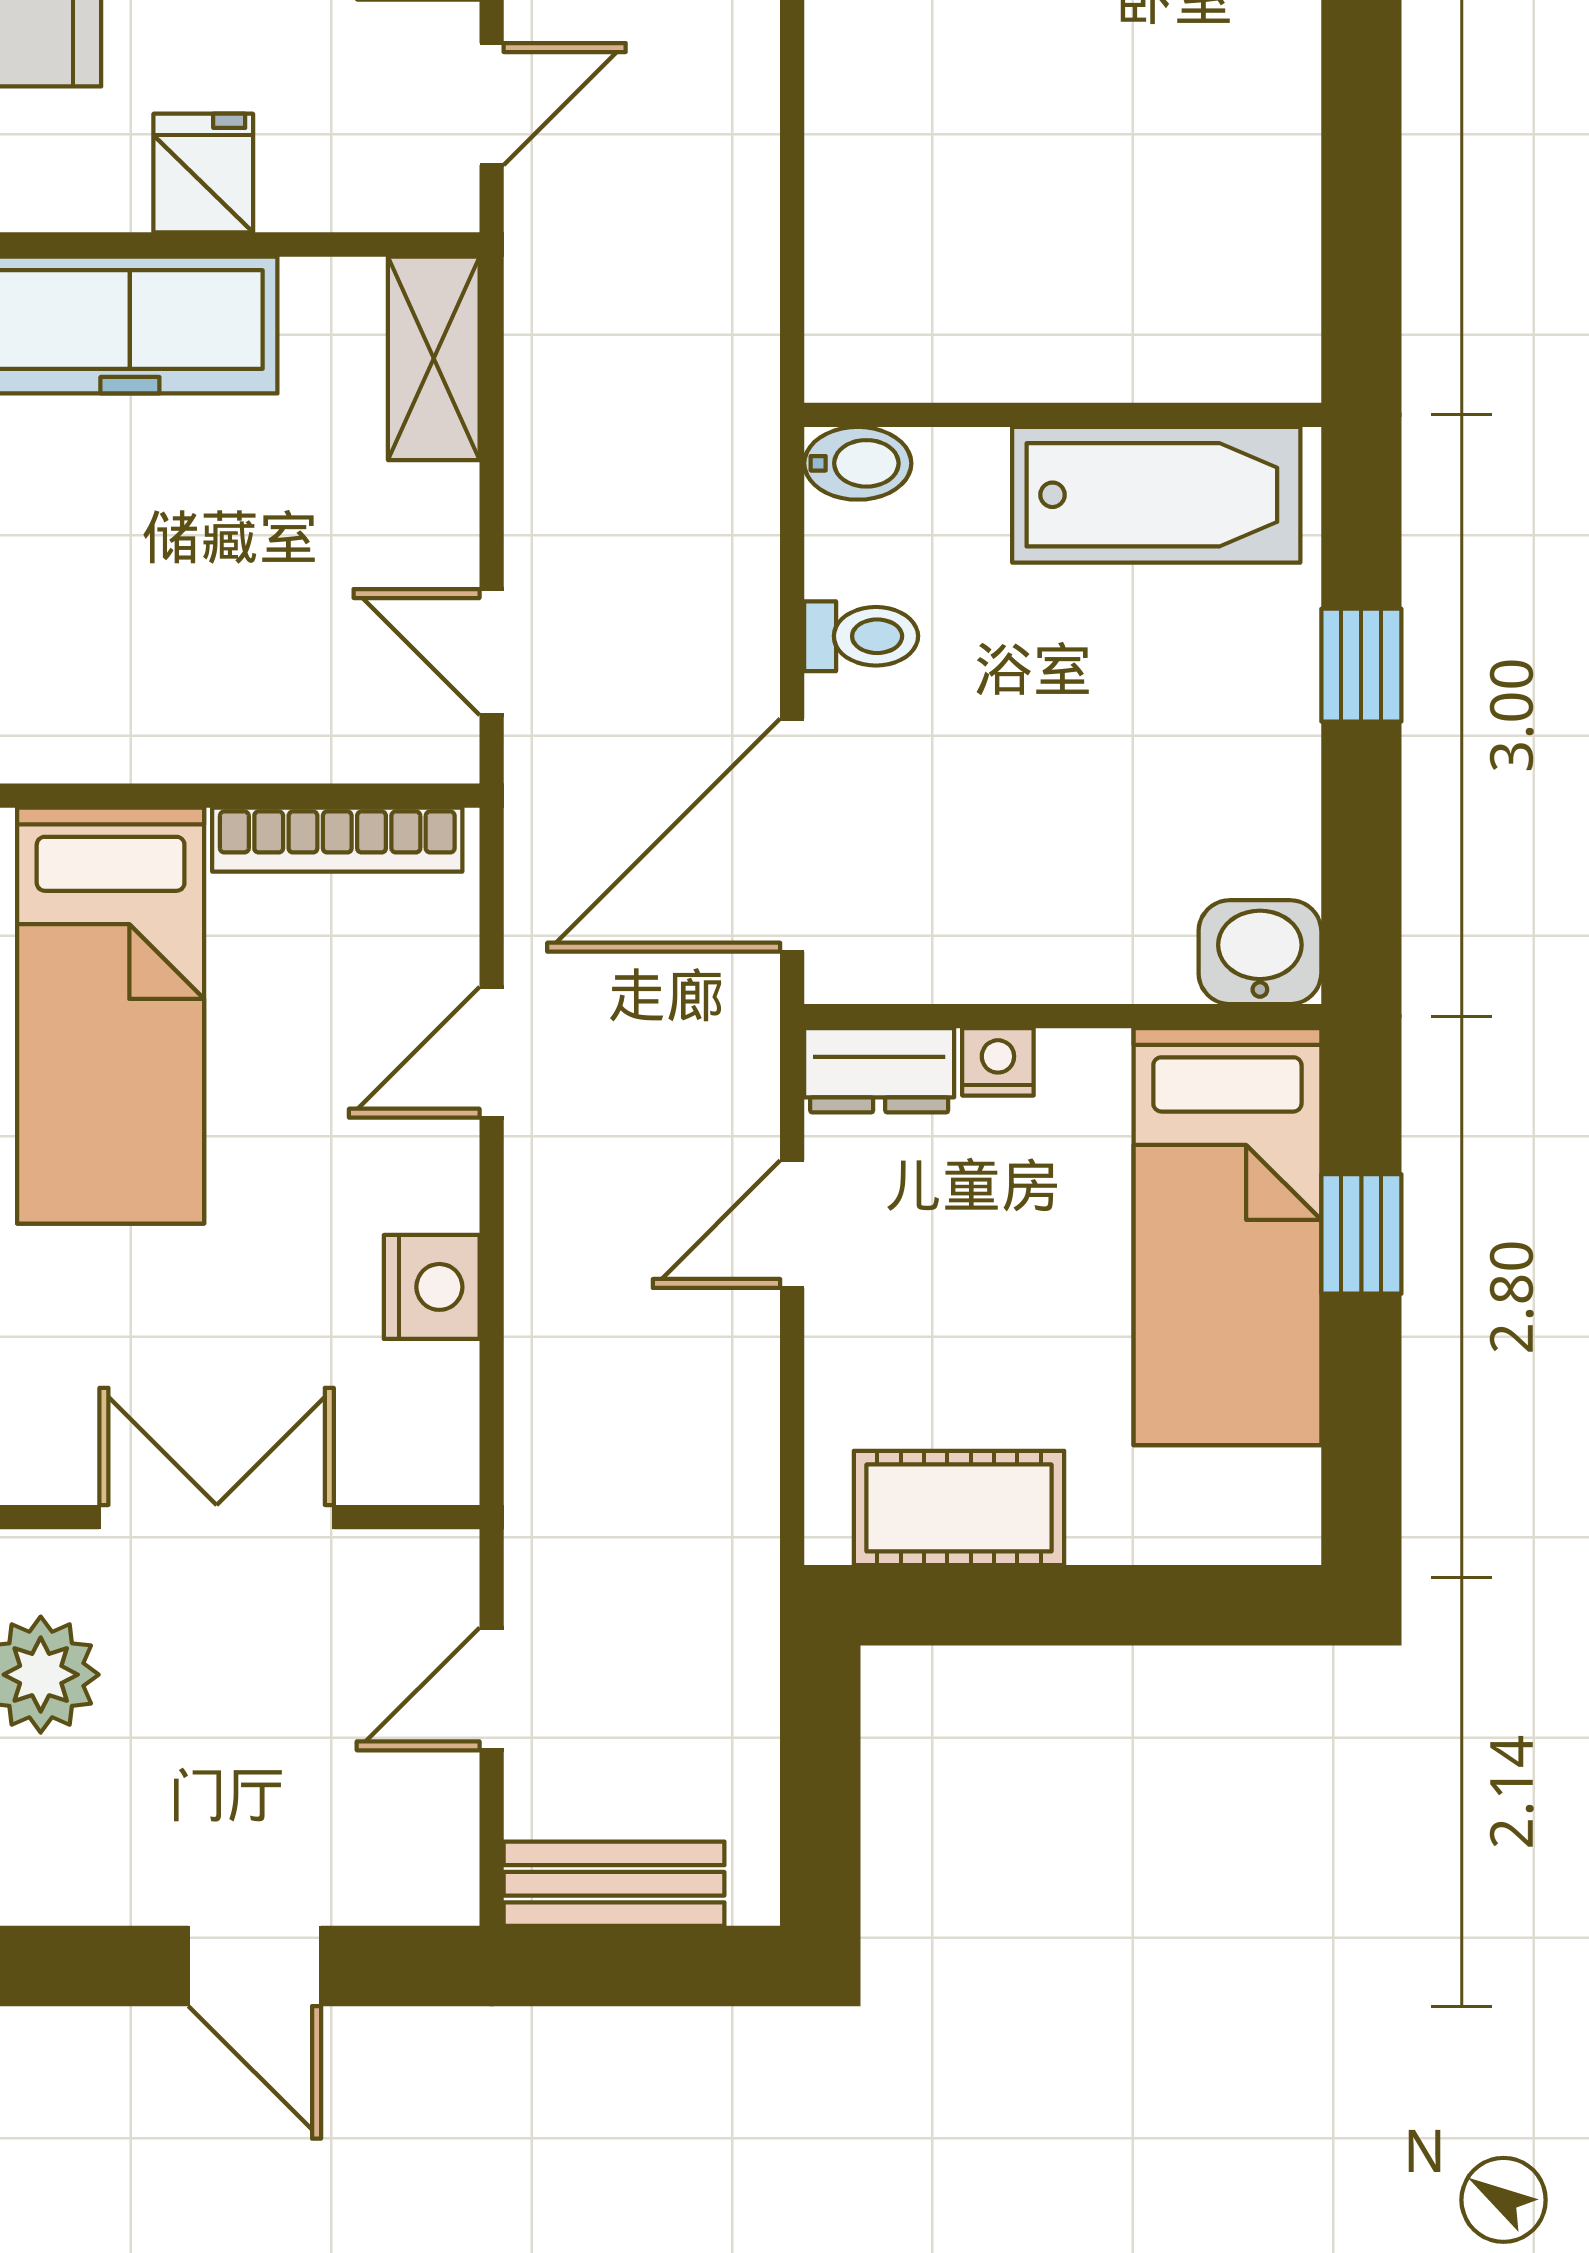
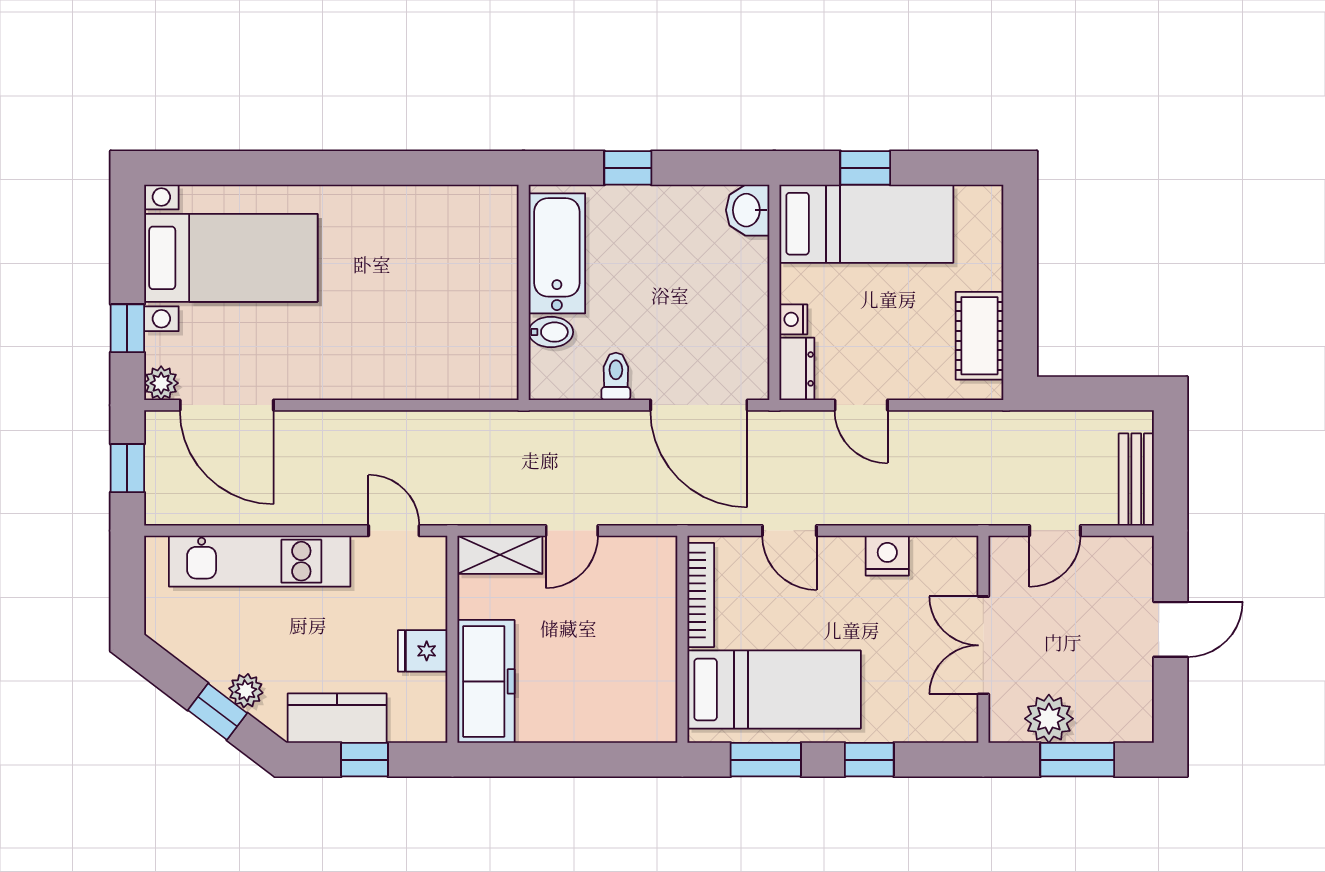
bidet: (858, 463) -> (551, 332), moved, turned 90
door: (492, 652) -> (572, 531), moved
door: (492, 1689) -> (1055, 531), hinge flipped

